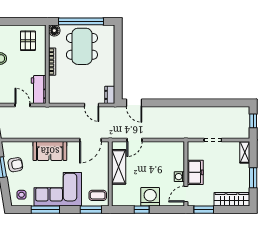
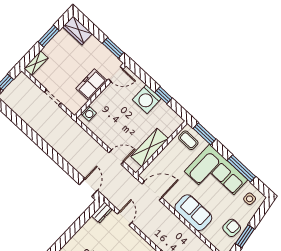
armchair: (15, 165) -> (232, 228), turned 103
washing machine: (179, 177) -> (89, 113), moved
wardrobe: (232, 199) -> (78, 30), width x0.67

